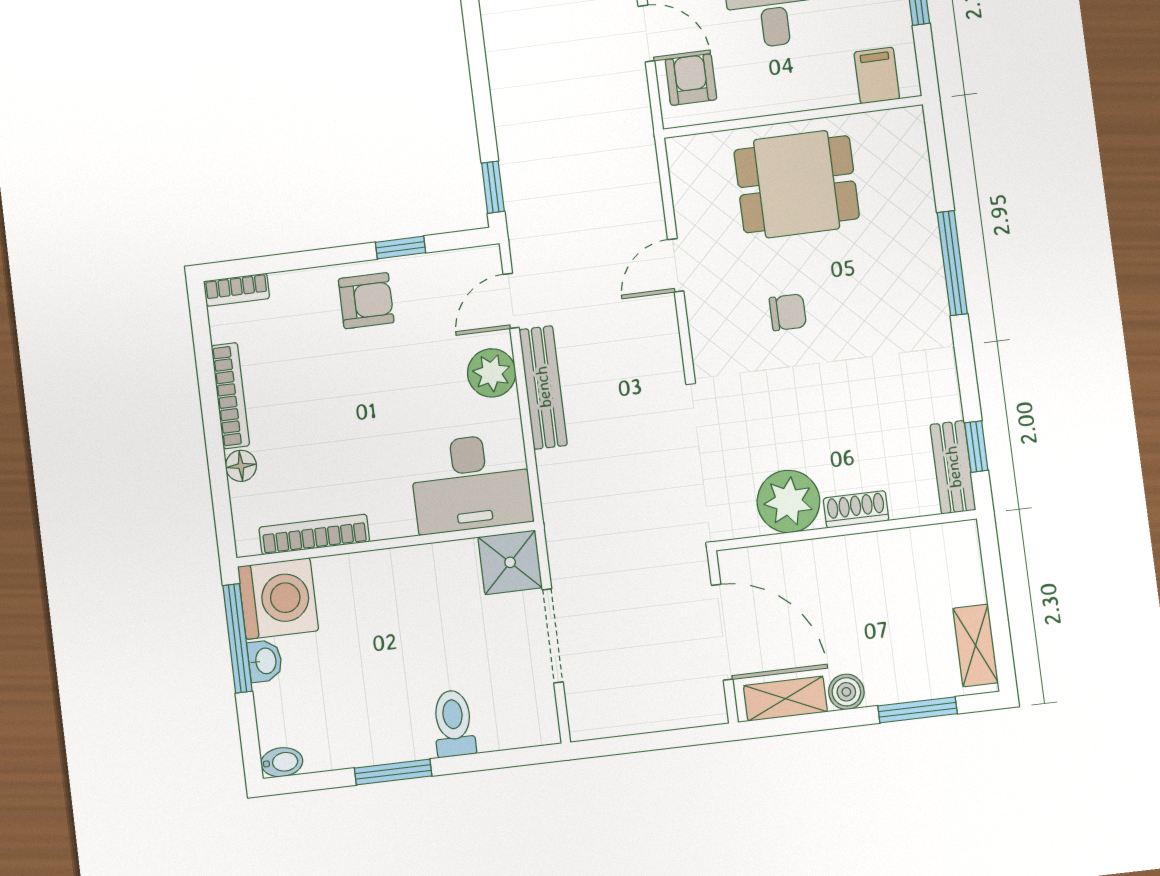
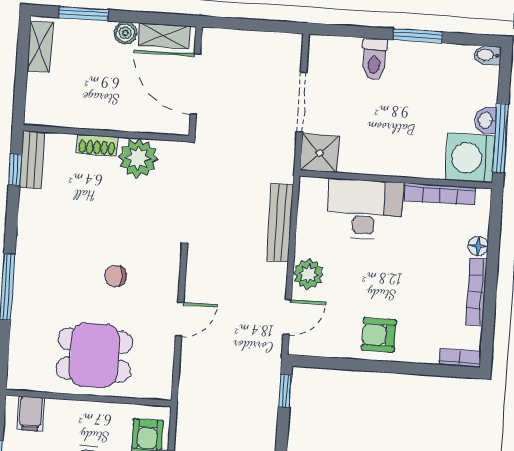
window: (400, 247) -> (351, 364), removed
bench: (543, 387) -> (280, 222), moved
desk: (471, 483) -> (364, 209), moved

